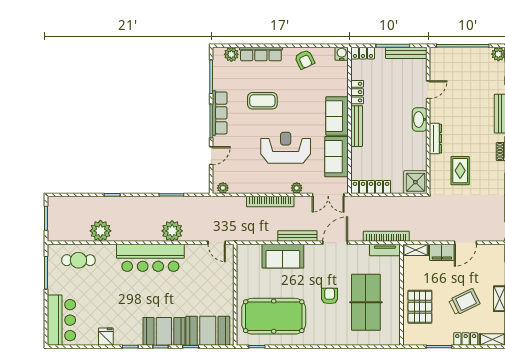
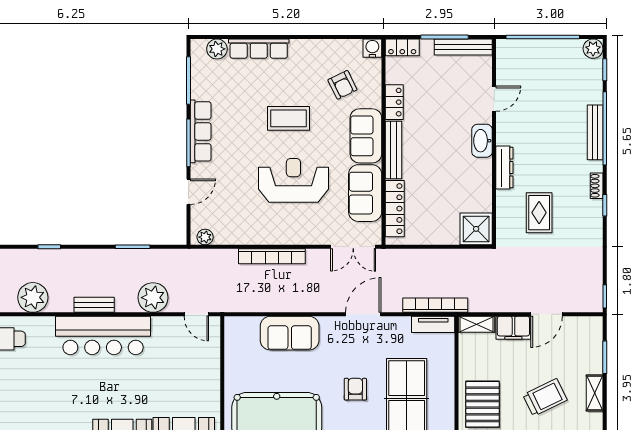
armchair: (305, 59) -> (342, 85), moved
coffee table: (262, 101) -> (289, 118), moved
locker: (371, 187) -> (395, 209), moved, turned 90
plant: (297, 188) -> (309, 237), removed
plant: (172, 231) -> (153, 298), moved
bench: (297, 236) -> (94, 305), moved, width x0.73

